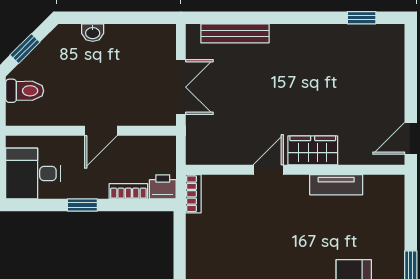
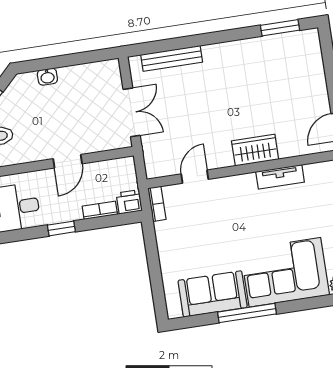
window: (362, 18) -> (280, 28), width x1.50
door: (268, 170) -> (195, 177), moved

